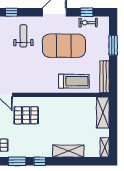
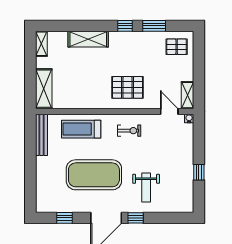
window: (11, 12) -> (136, 218), moved
exercise bike: (88, 23) -> (129, 131), moved
window: (113, 45) -> (30, 175), removed
pallet: (26, 115) -> (128, 87), moved

